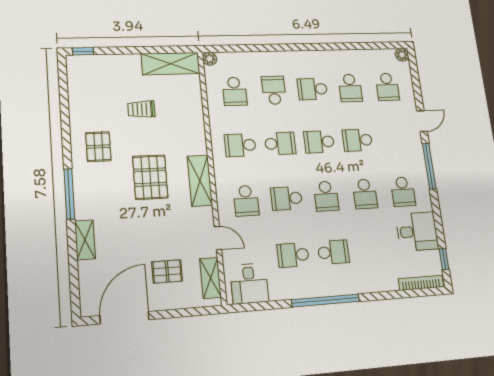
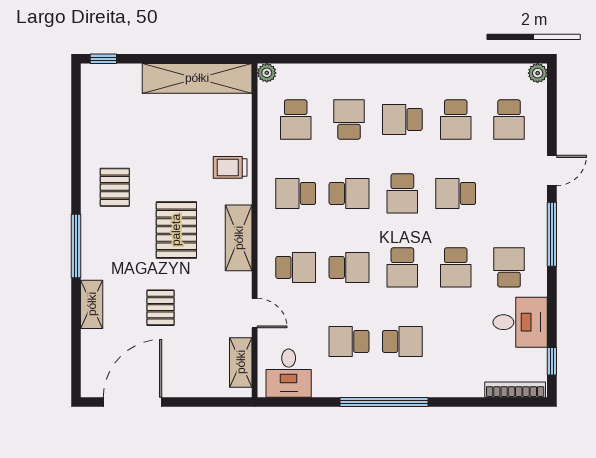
shelving: (171, 64) -> (197, 78), width x1.47
trolley: (141, 109) -> (230, 167), moved
school desk: (319, 142) -> (402, 193), turned -90
school desk: (403, 192) -> (509, 267), turned 180
school desk: (287, 198) -> (349, 267), turned 180
school desk: (246, 201) -> (296, 267), turned -90
pallet: (167, 271) -> (161, 308), moved, turned 90

